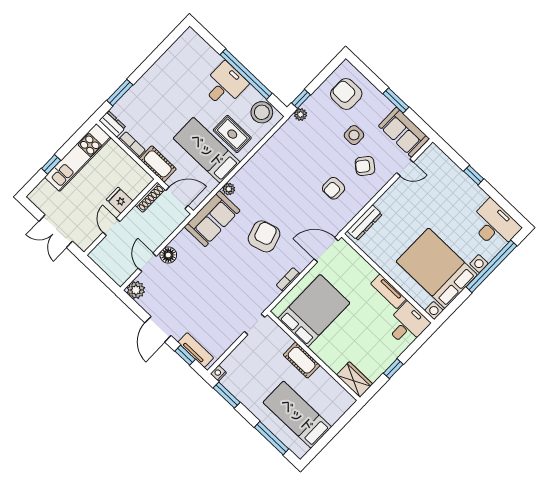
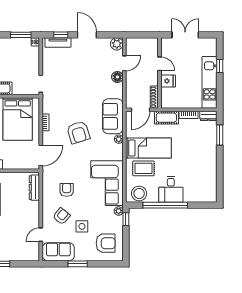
corner sofa: (285, 155) -> (107, 183), added
door: (147, 262) -> (124, 63), hinge flipped

